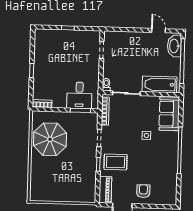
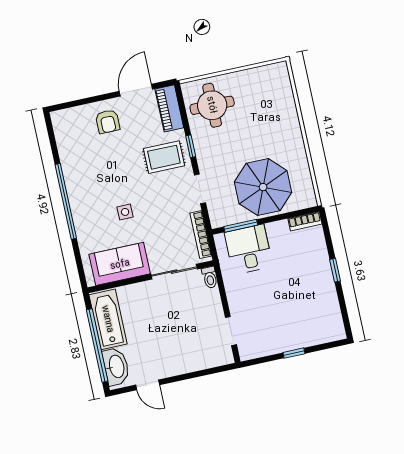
bathtub: (160, 84) -> (108, 319), moved, turned -90
sofa: (169, 114) -> (120, 264), moved, turned -90
parasol: (50, 139) -> (263, 187), moved
round table: (80, 185) -> (212, 105), added

